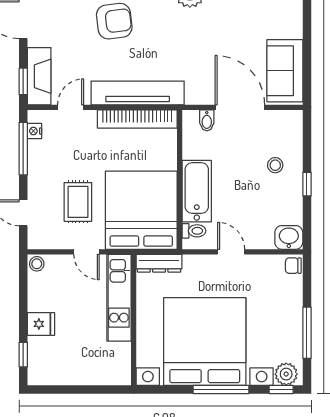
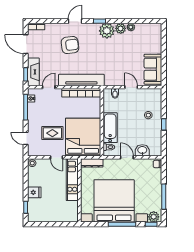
door: (240, 107) -> (131, 87), width x0.53
rug: (78, 202) -> (52, 133), turned 90
washbasin: (289, 237) -> (142, 150), moved

